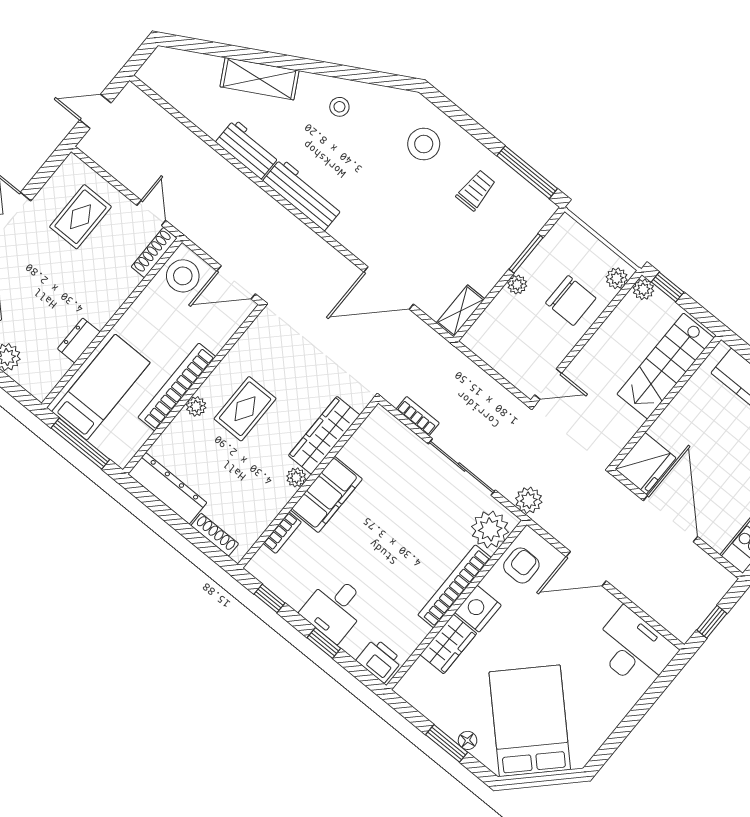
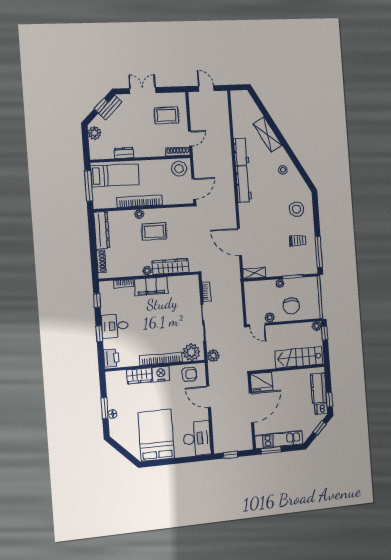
plant: (617, 278) -> (270, 317), moved
door: (236, 282) -> (194, 189), swing flipped
bed: (530, 721) -> (156, 435), moved, turned -45

